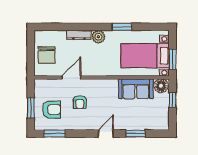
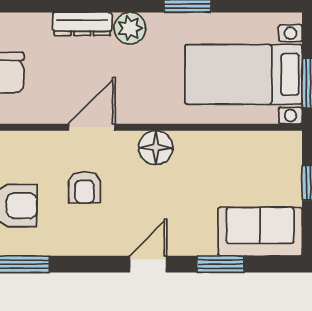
door: (71, 77) -> (92, 127), moved
floor lamp: (161, 86) -> (156, 148), moved
sofa: (136, 89) -> (260, 232), moved, turned 180

